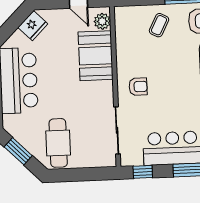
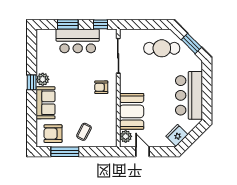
cafe table: (58, 143) -> (162, 48), turned 90

